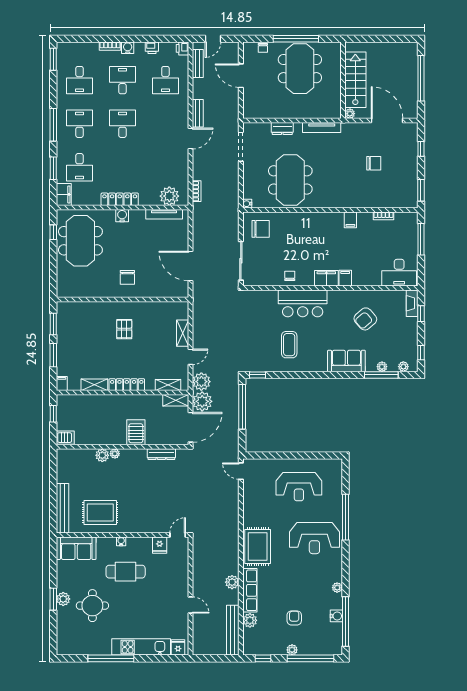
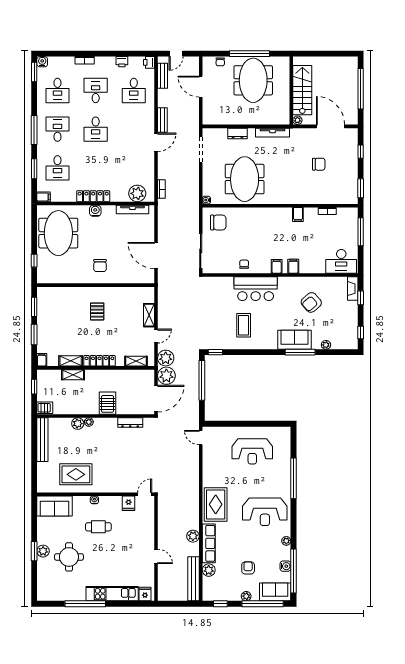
water cooler: (128, 48) -> (42, 62), moved
desk: (122, 124) -> (96, 129), turned 180
filing cabinet: (64, 194) -> (43, 197), width x0.50
window: (53, 232) -> (34, 261), moved
filing cabinet: (326, 278) -> (277, 266), width x0.50
plant: (403, 367) -> (345, 345), removed
window: (381, 375) -> (300, 352), moved
shelving: (176, 400) -> (73, 375), moved
bench: (63, 508) -> (42, 440), moved
reception desk: (314, 538) -> (265, 512), moved
cafe table: (126, 572) -> (98, 527), width x0.73, depth x0.74
sofa: (325, 645) -> (275, 592), added

